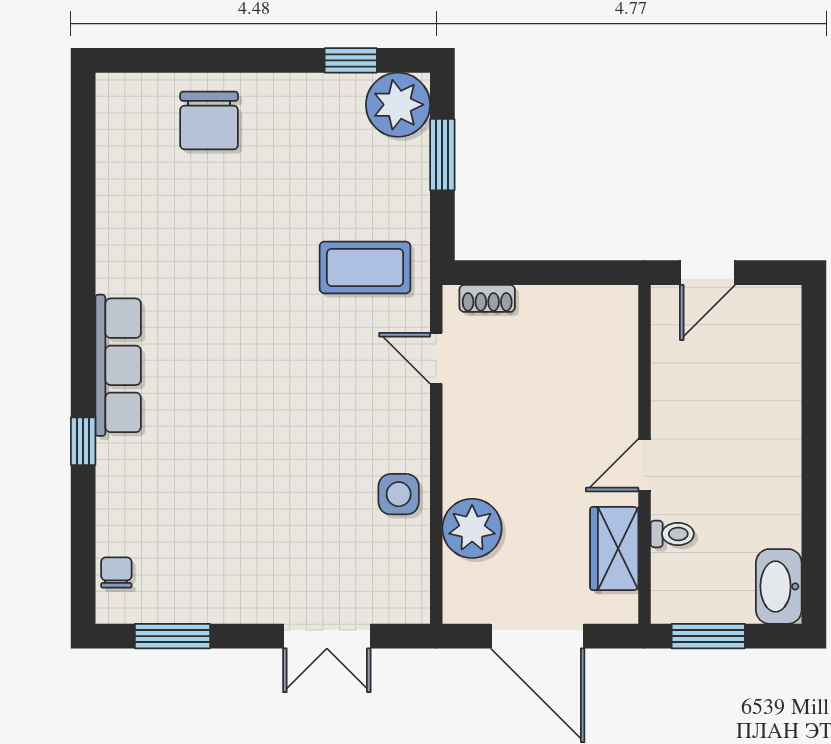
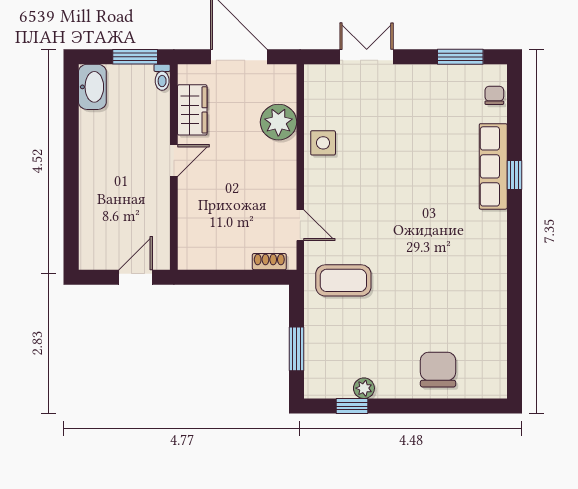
plant: (398, 105) -> (364, 388), moved, width x0.53, depth x0.53
row of seats: (118, 365) -> (493, 166), moved
toilet: (672, 534) -> (162, 77), moved, turned -90
chair: (116, 573) -> (494, 95), turned 180

